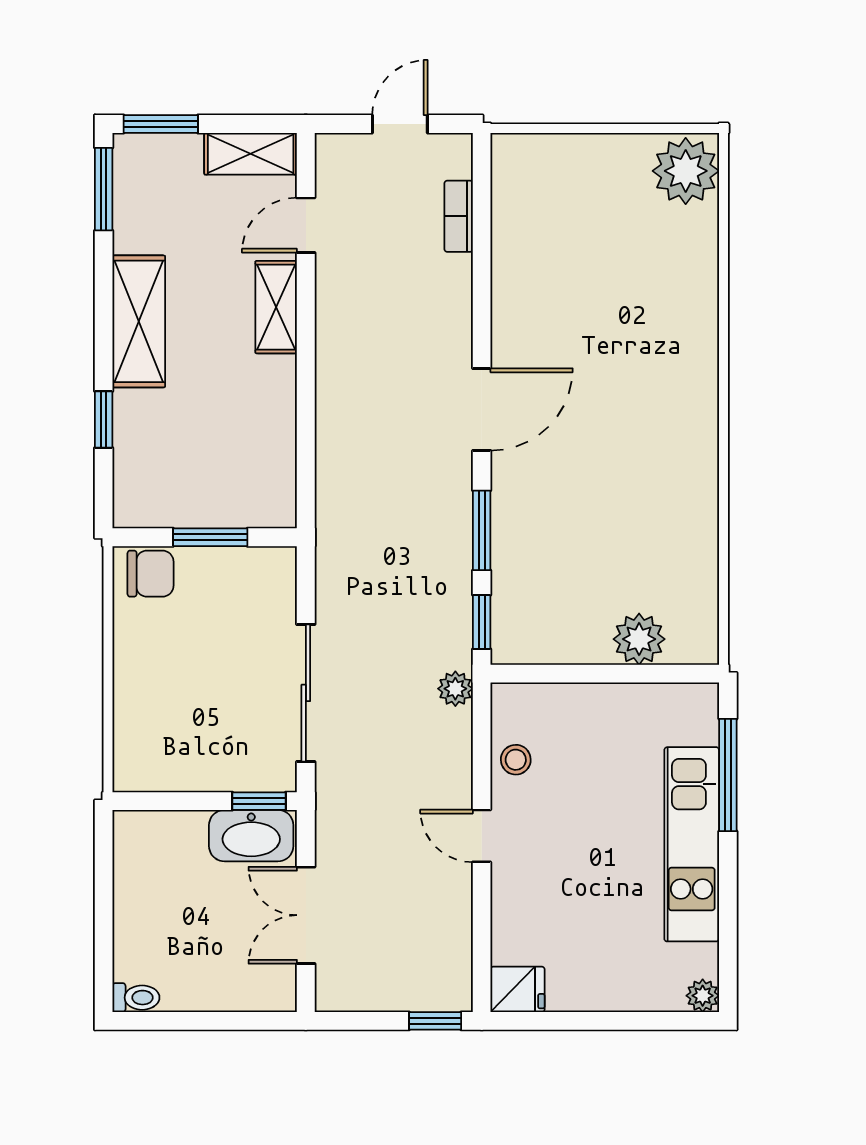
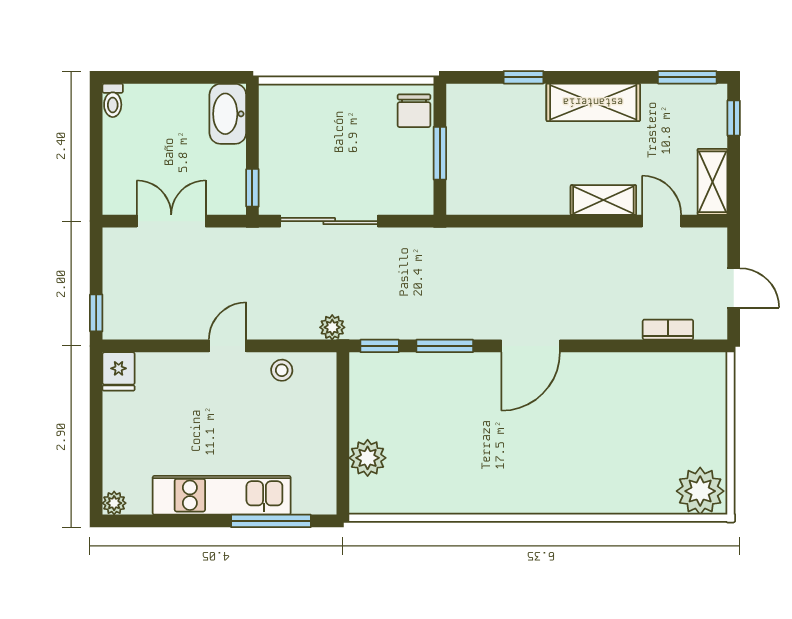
window: (161, 124) -> (734, 118), width x0.67
door: (482, 409) -> (531, 346), hinge flipped
washbasin: (251, 836) -> (228, 114), moved

